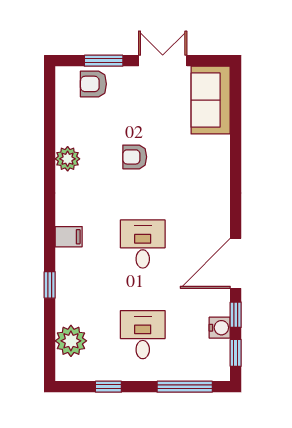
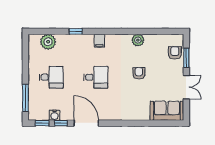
window: (108, 387) -> (25, 60), removed

